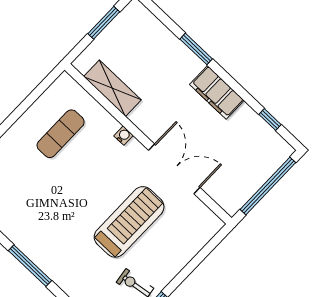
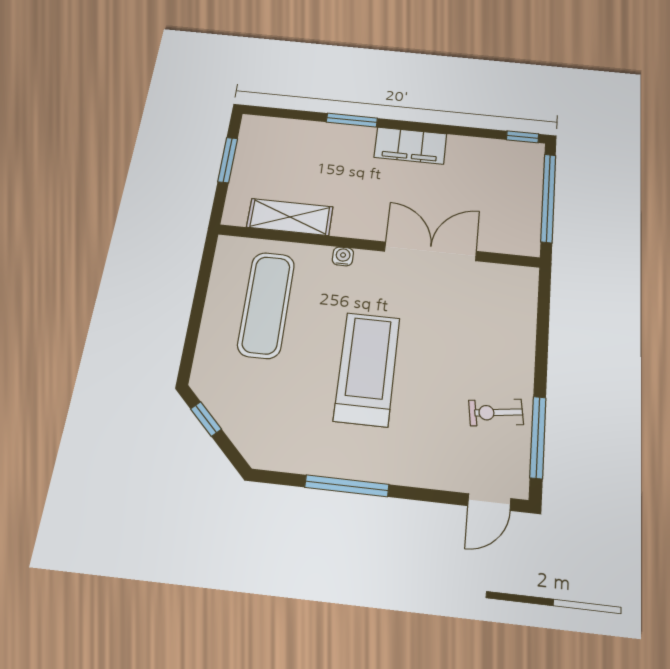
window: (270, 120) -> (523, 137), moved
exercise mat: (61, 134) -> (266, 305), width x1.36, depth x1.45
treadmill: (129, 222) -> (367, 369), moved

